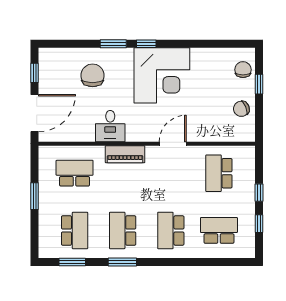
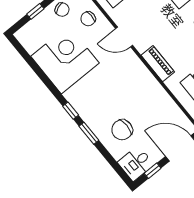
chair: (243, 70) -> (88, 19), moved
corner desk: (162, 75) -> (65, 60), moved
desk: (110, 126) -> (136, 163), moved, turned 180

